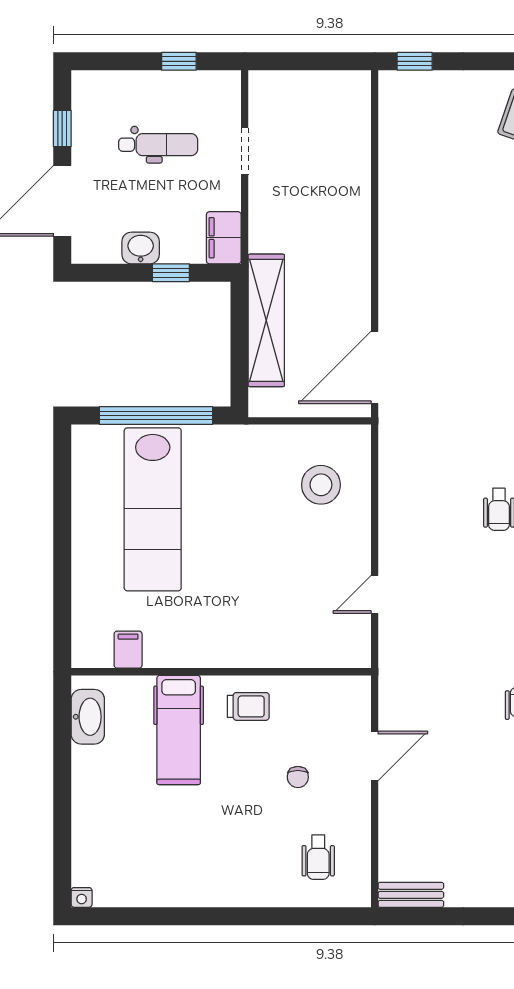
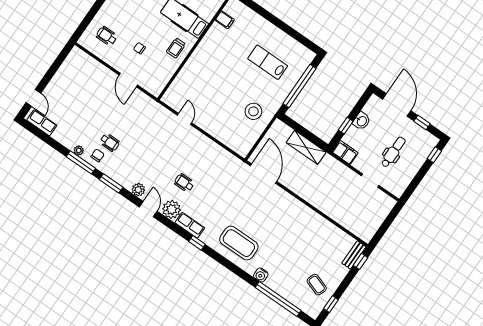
window: (179, 61) -> (434, 155), moved
dental chair: (158, 145) -> (393, 152), turned 180
shelving: (266, 320) -> (306, 147), width x0.68
stool: (321, 485) -> (253, 111), moved
lab bench: (153, 509) -> (268, 62), width x0.54, depth x0.72
bench: (411, 895) -> (354, 255), moved

